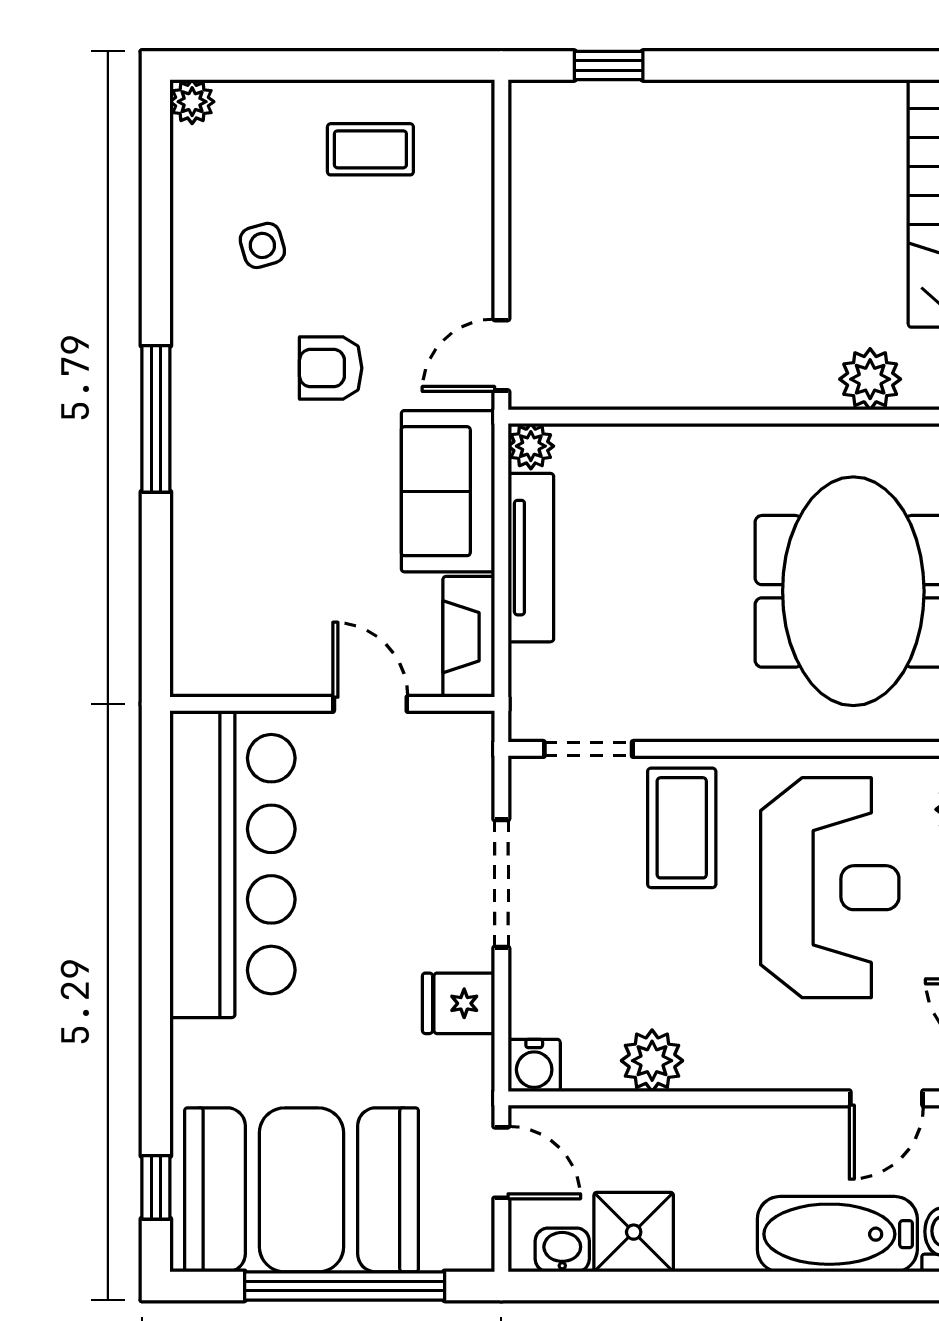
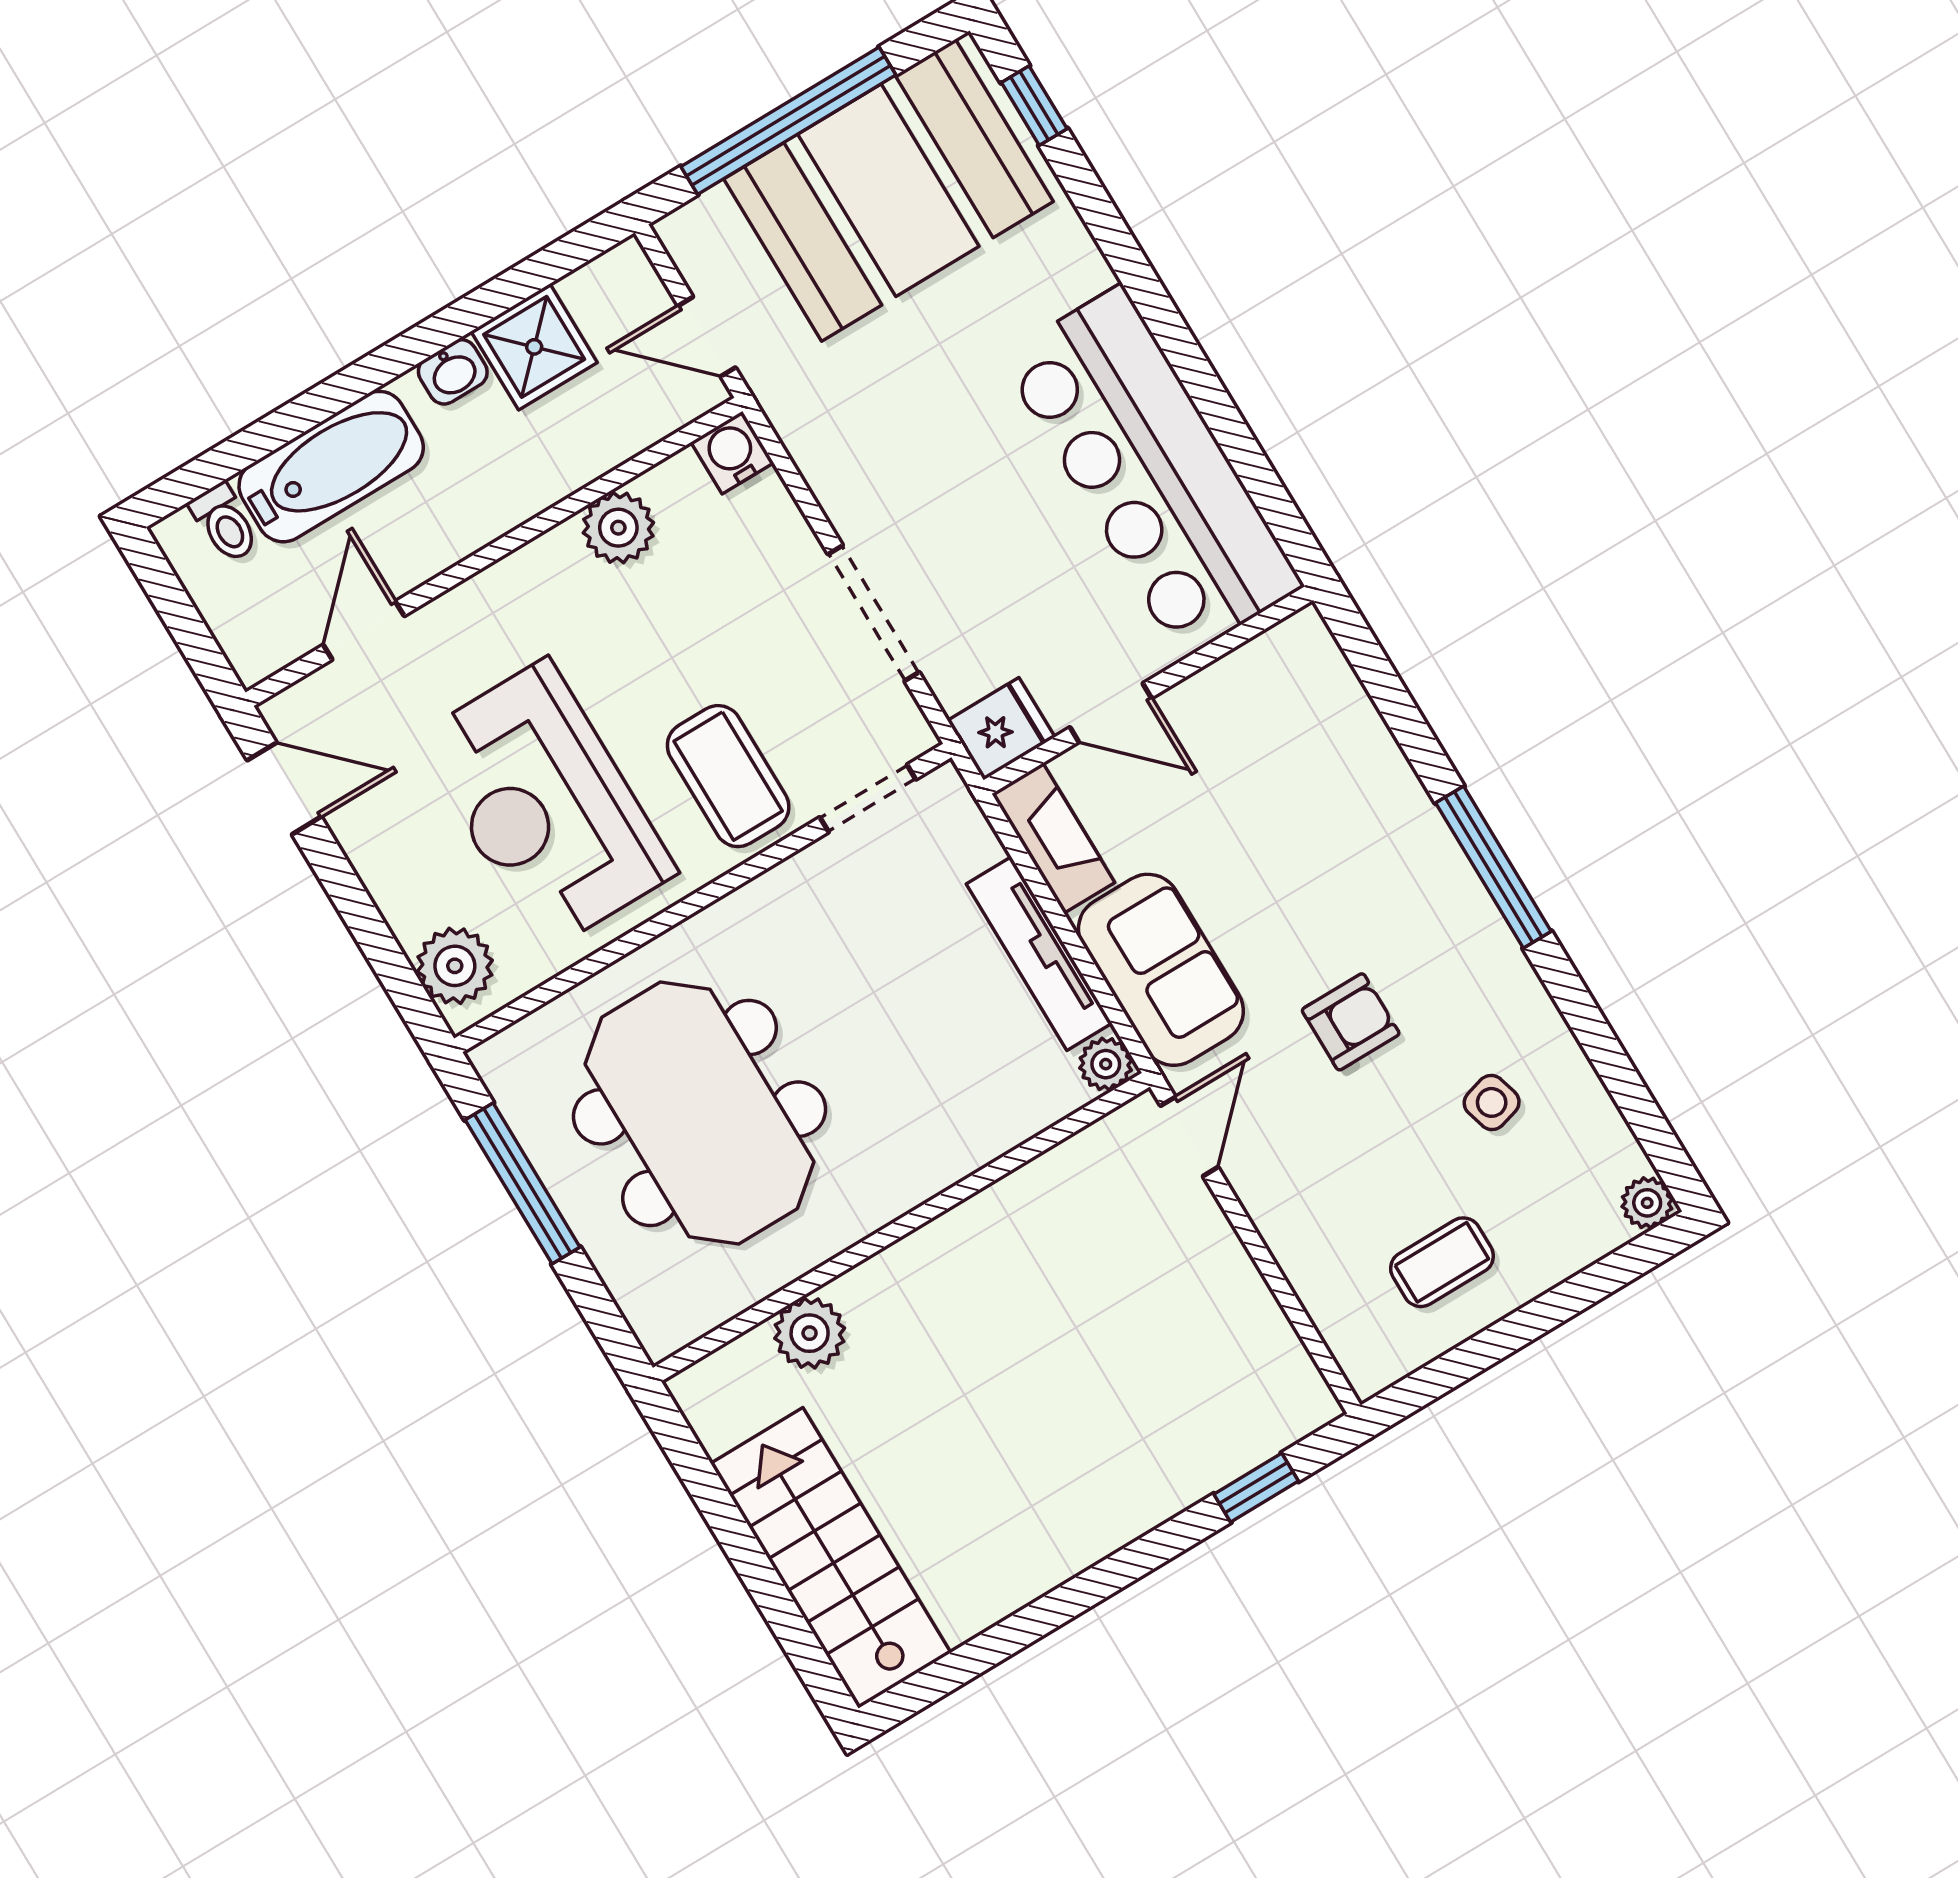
fridge: (458, 1003) -> (1001, 729), moved
washbasin: (562, 1250) -> (453, 372), moved

